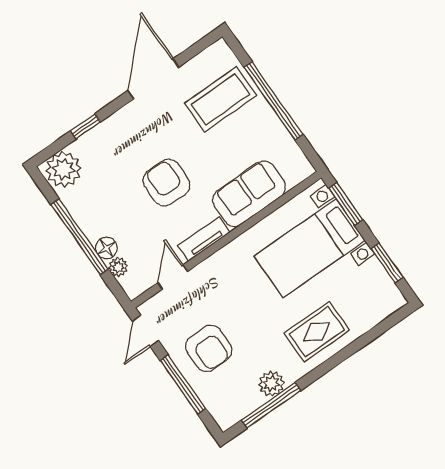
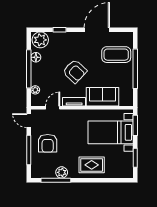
armchair: (166, 183) -> (75, 71), turned 133
floor lamp: (106, 248) -> (36, 57), moved
door: (146, 331) -> (29, 121), hinge flipped

